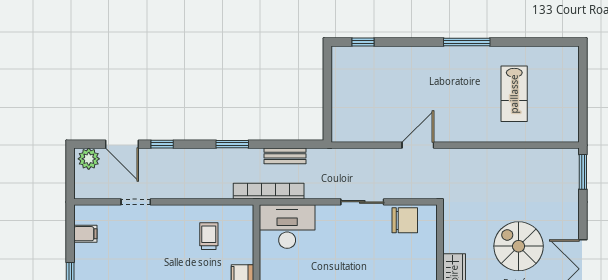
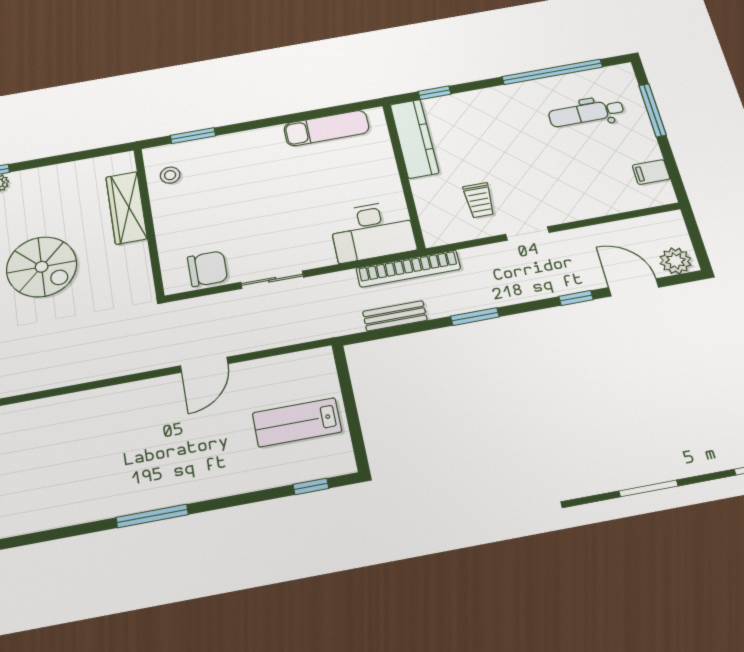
lab bench: (514, 94) -> (297, 422), moved, turned -90
doorway: (136, 202) -> (527, 233), moved
chair: (405, 220) -> (207, 269), turned 180

